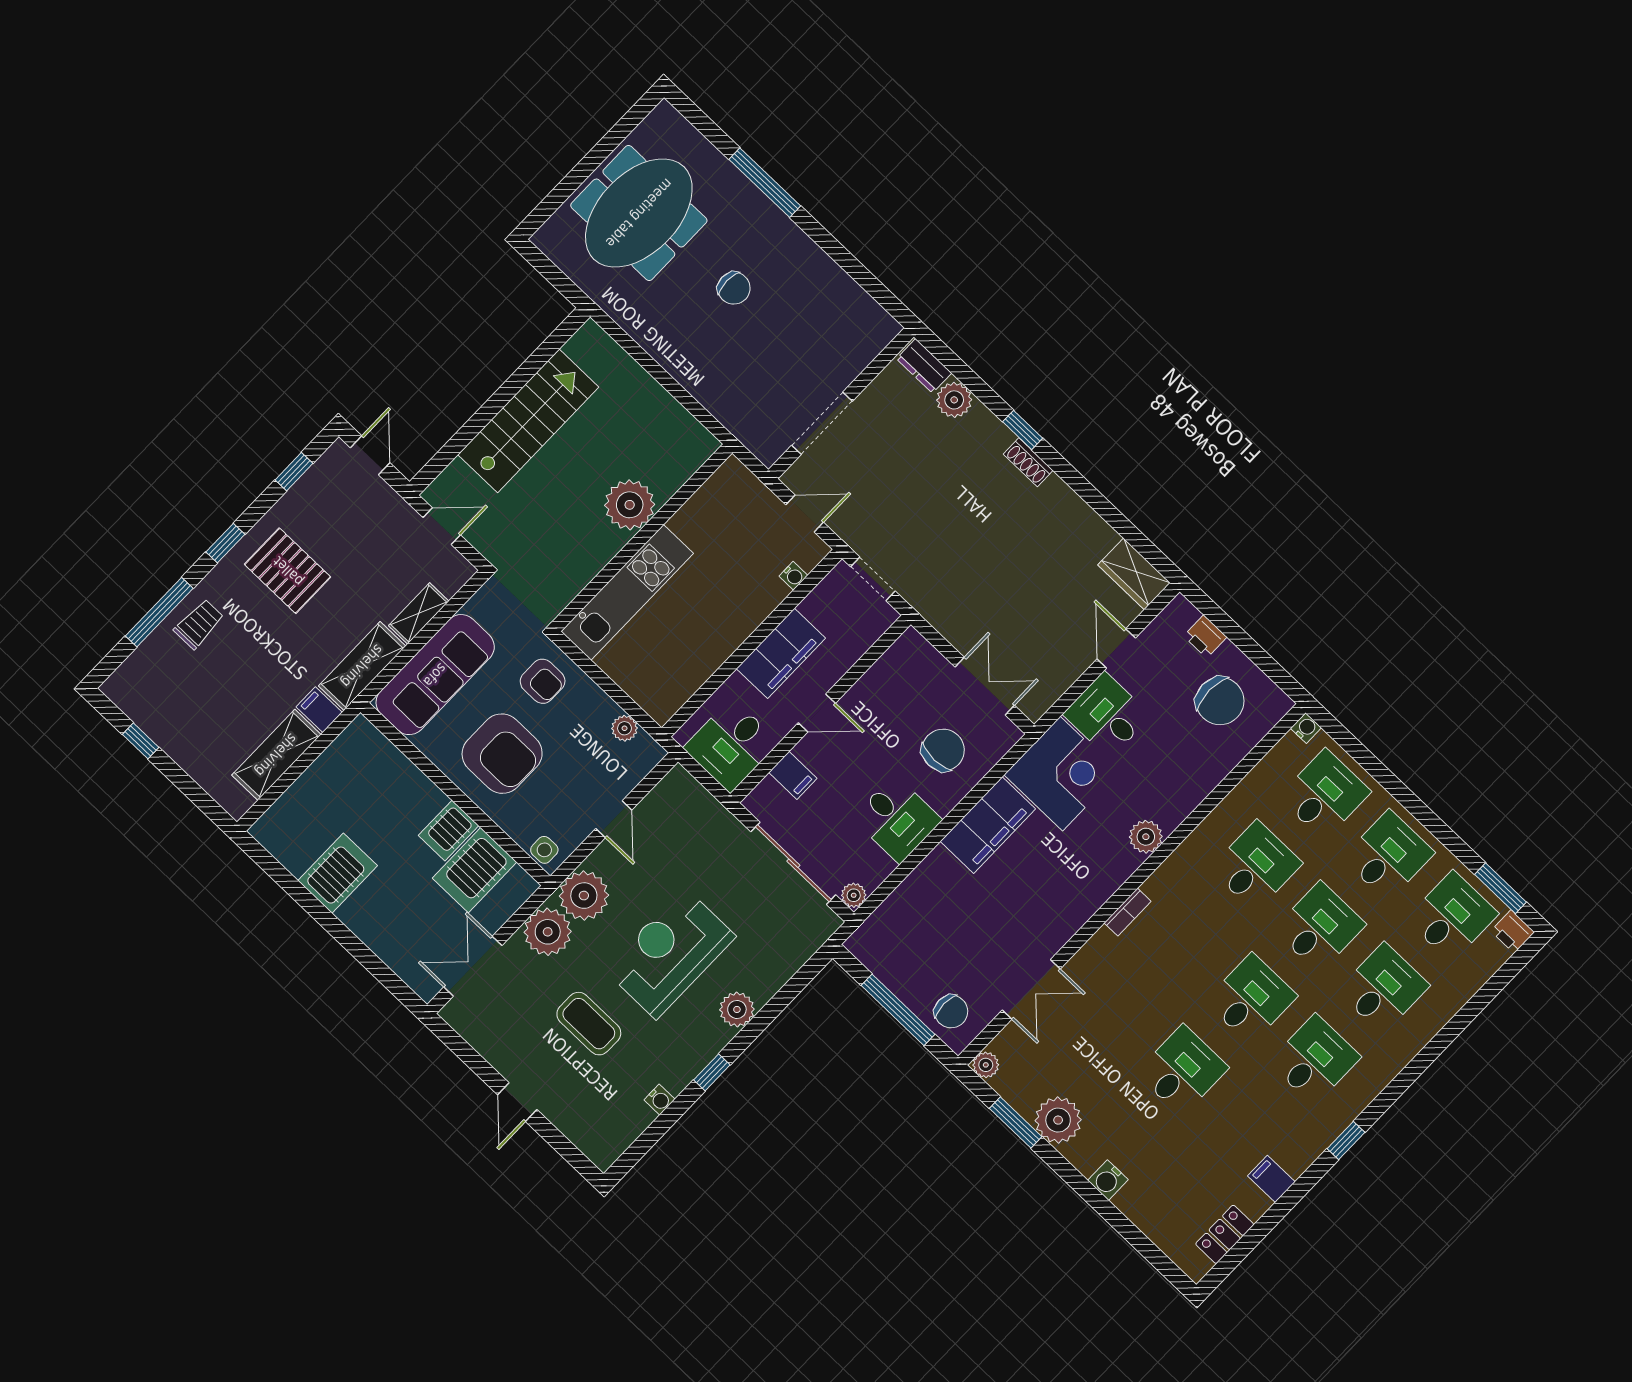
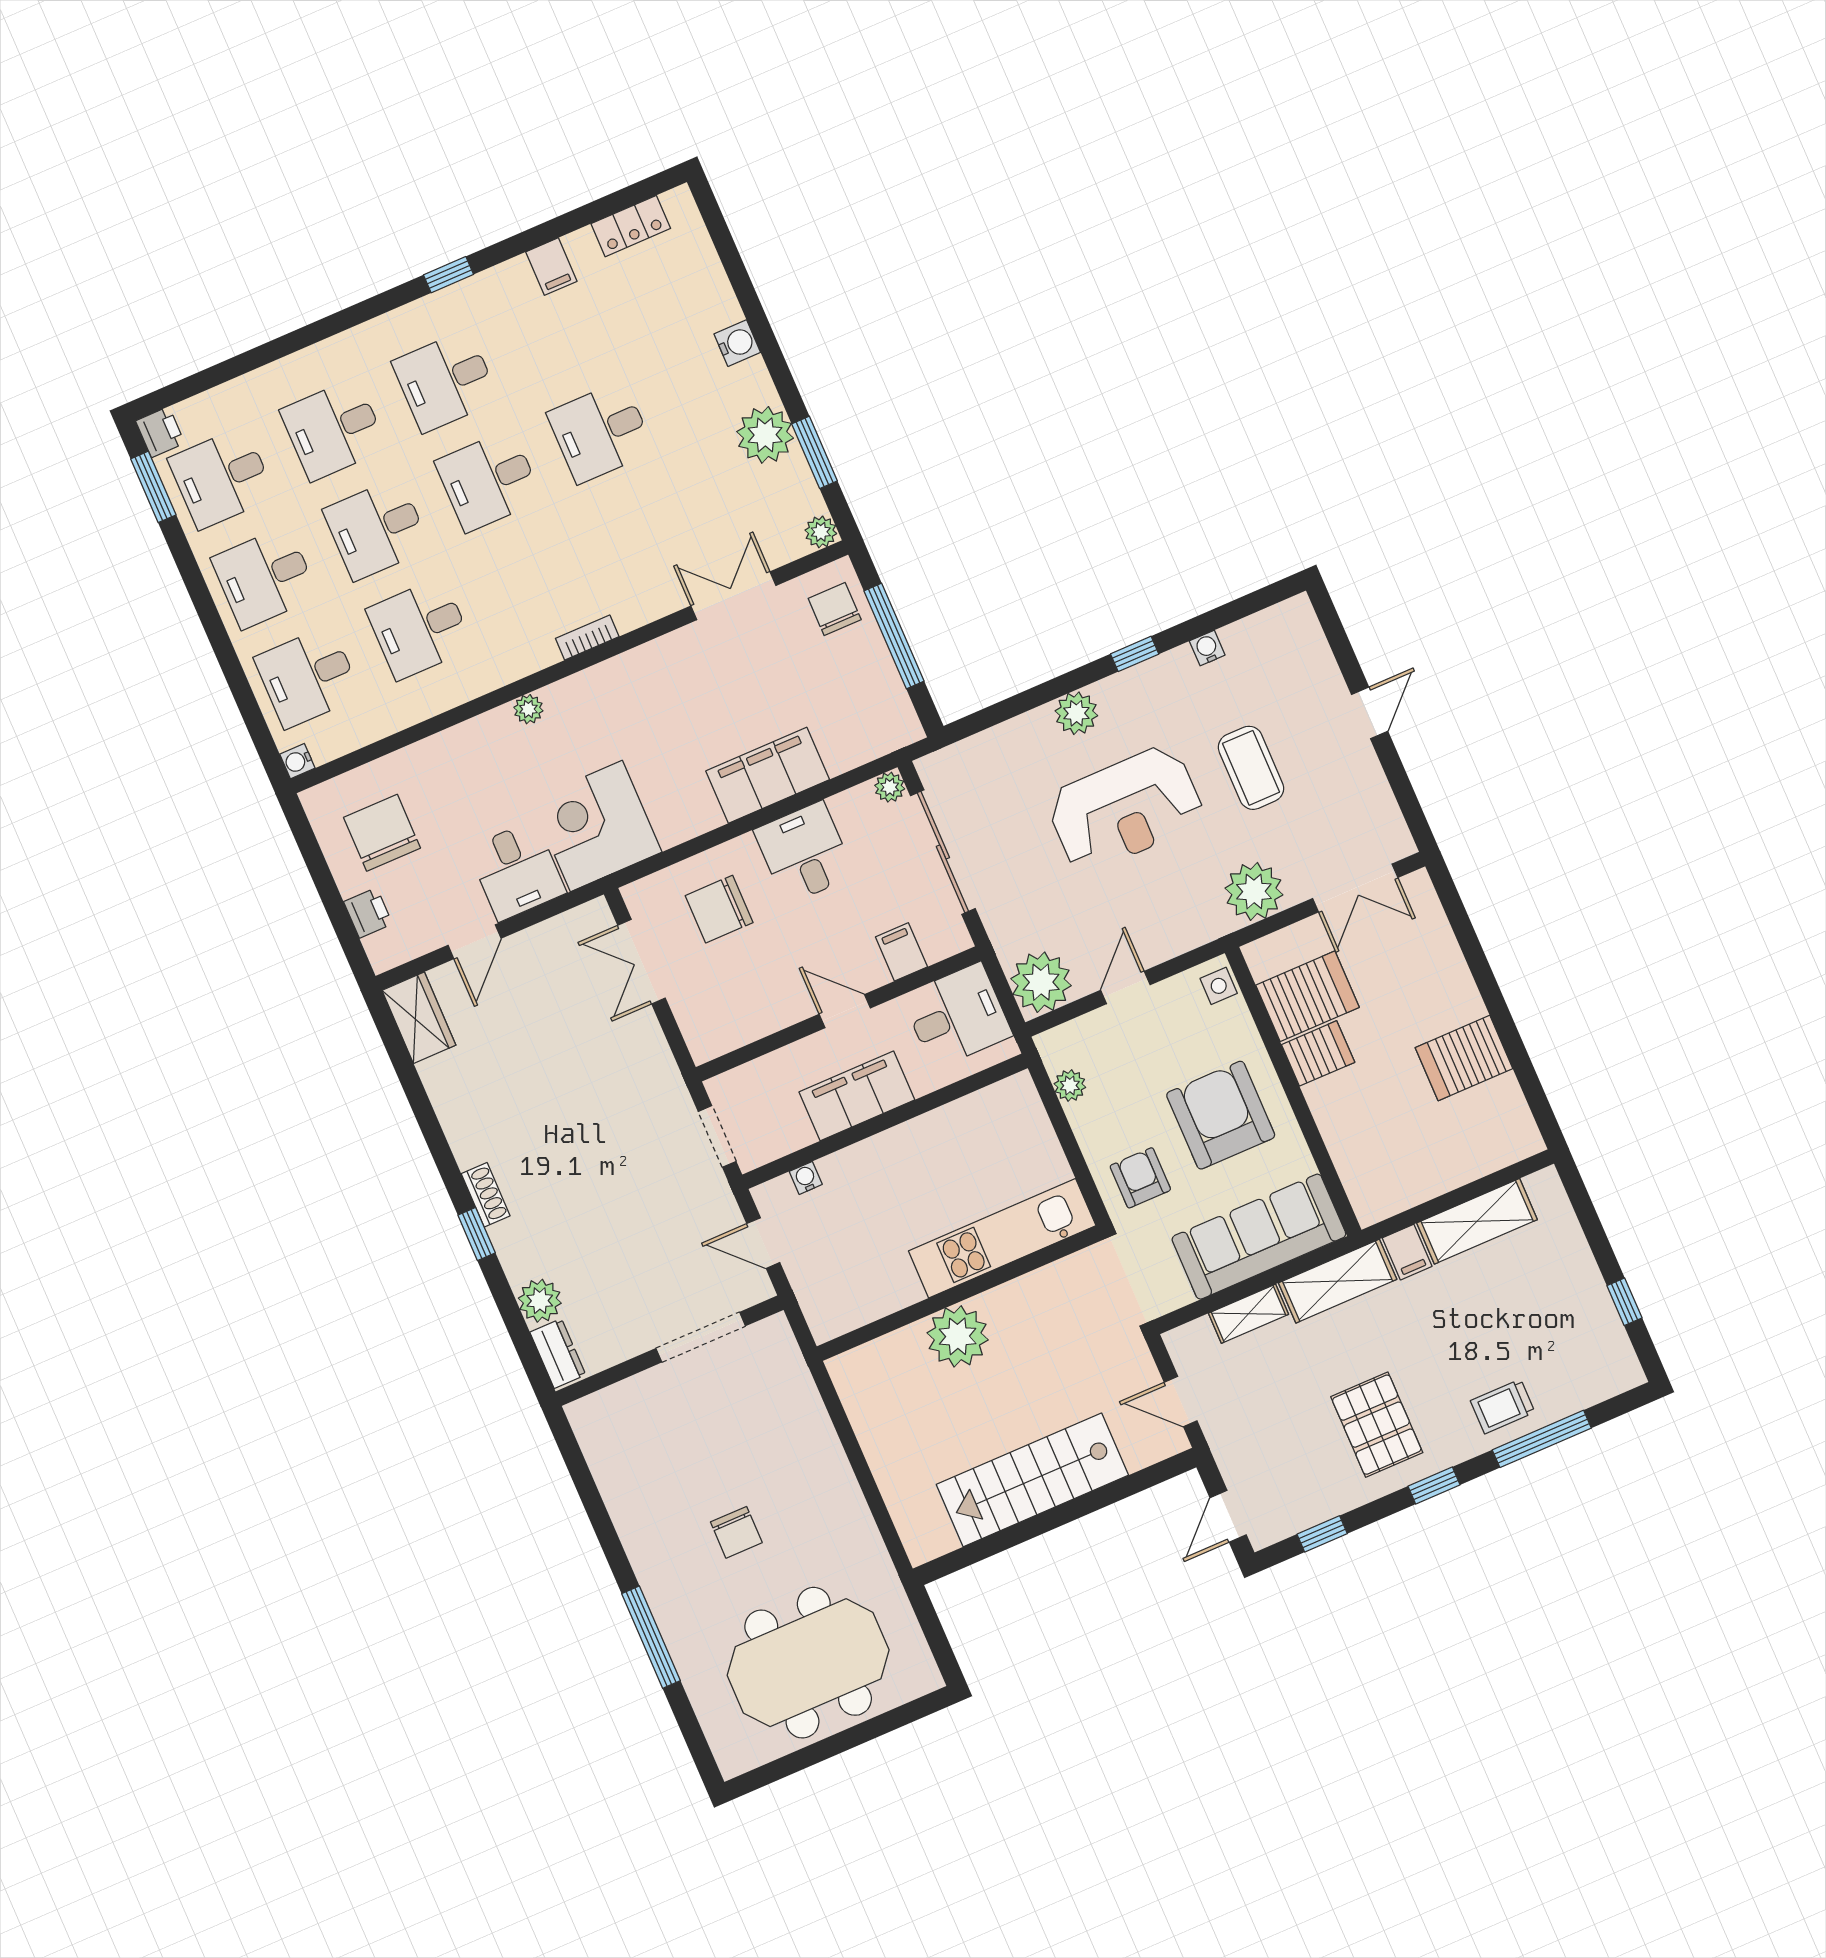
chair: (734, 288) -> (736, 1532), turned 180
filing cabinet: (988, 825) -> (768, 775), moved
plant: (1146, 837) -> (528, 709), width x0.73, depth x0.73
plant: (584, 896) -> (1041, 982), moved

